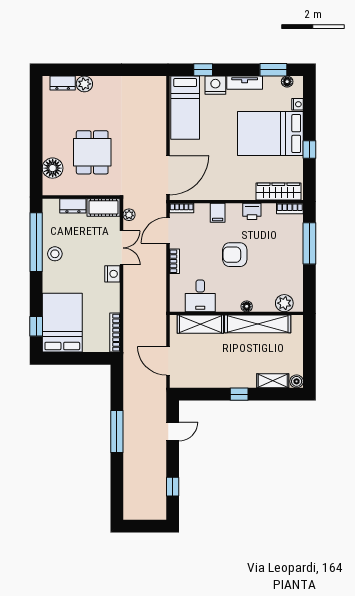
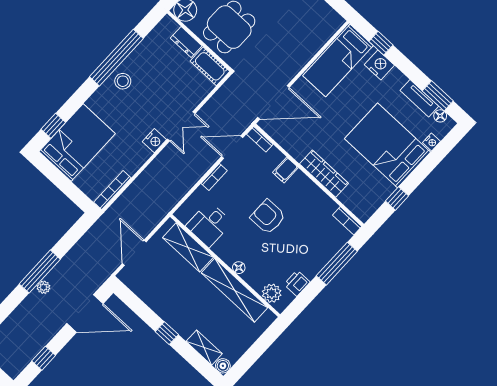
tv unit: (245, 83) -> (419, 98), moved
window: (309, 149) -> (397, 198), moved
wardrobe: (278, 191) -> (324, 174), moved
wall: (81, 197) -> (199, 41), moved
dresser: (73, 206) -> (186, 42), moved
cot: (104, 207) -> (210, 66), moved
printer: (252, 211) -> (297, 283), moved, turned 90
plant: (129, 215) -> (43, 287), moved
door: (173, 431) -> (85, 313), width x1.88

